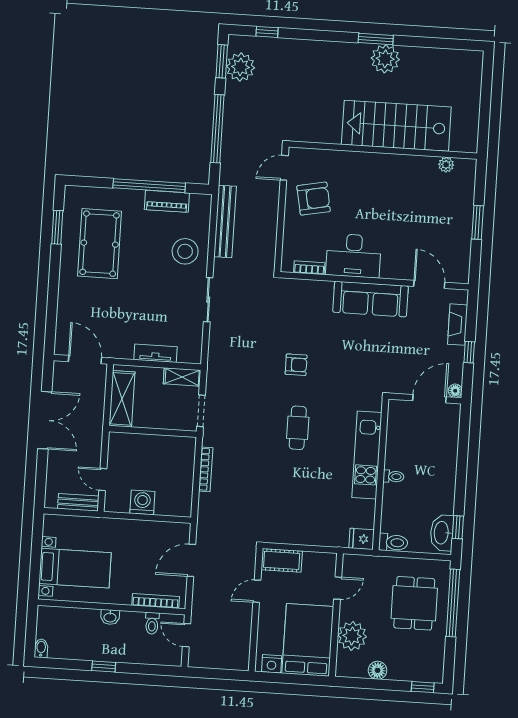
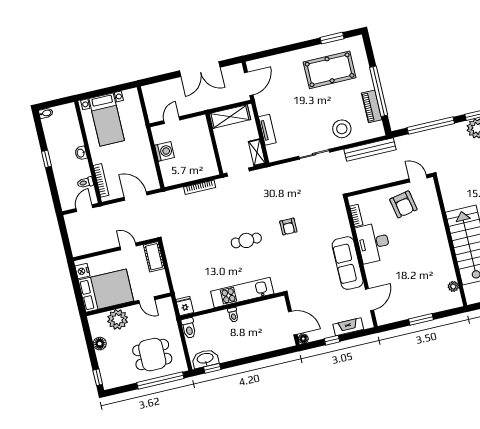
bench: (78, 502) -> (151, 108), removed

